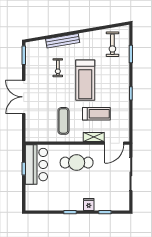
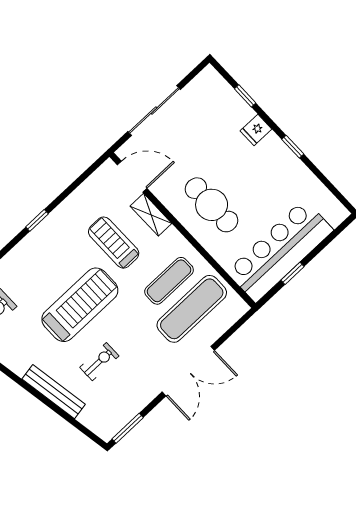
exercise mat: (45, 120) -> (192, 309), added
bar counter: (36, 165) -> (280, 251), width x1.36

